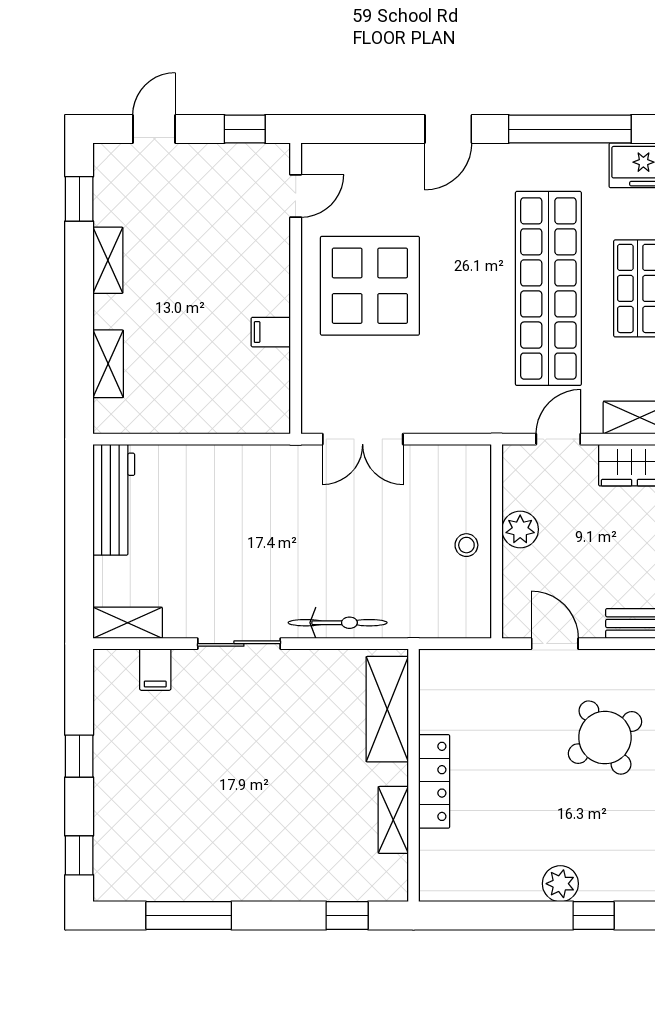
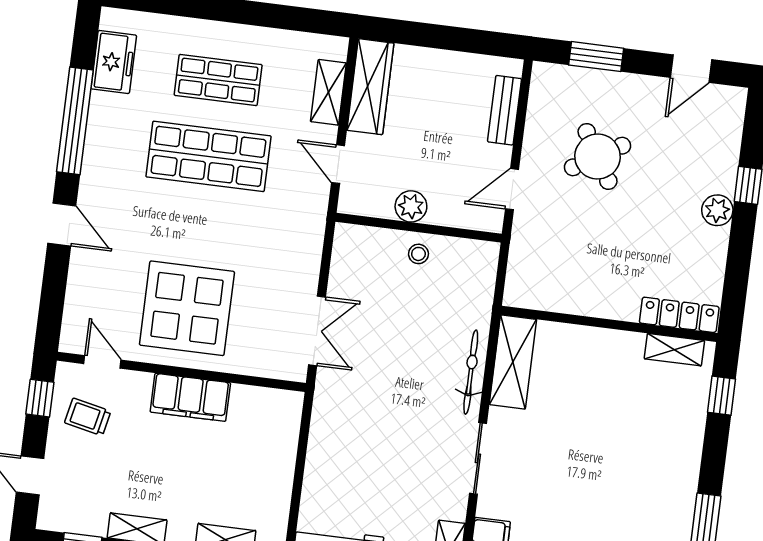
trolley: (230, 187) -> (88, 417), added
shop shelf: (548, 288) -> (208, 156), width x0.71
filing cabinet: (271, 332) -> (190, 397), width x3.00, depth x1.17
shelving: (387, 709) -> (513, 362), moved, turned 90
locker: (434, 781) -> (679, 315), moved
shelving: (393, 820) -> (674, 350), moved

